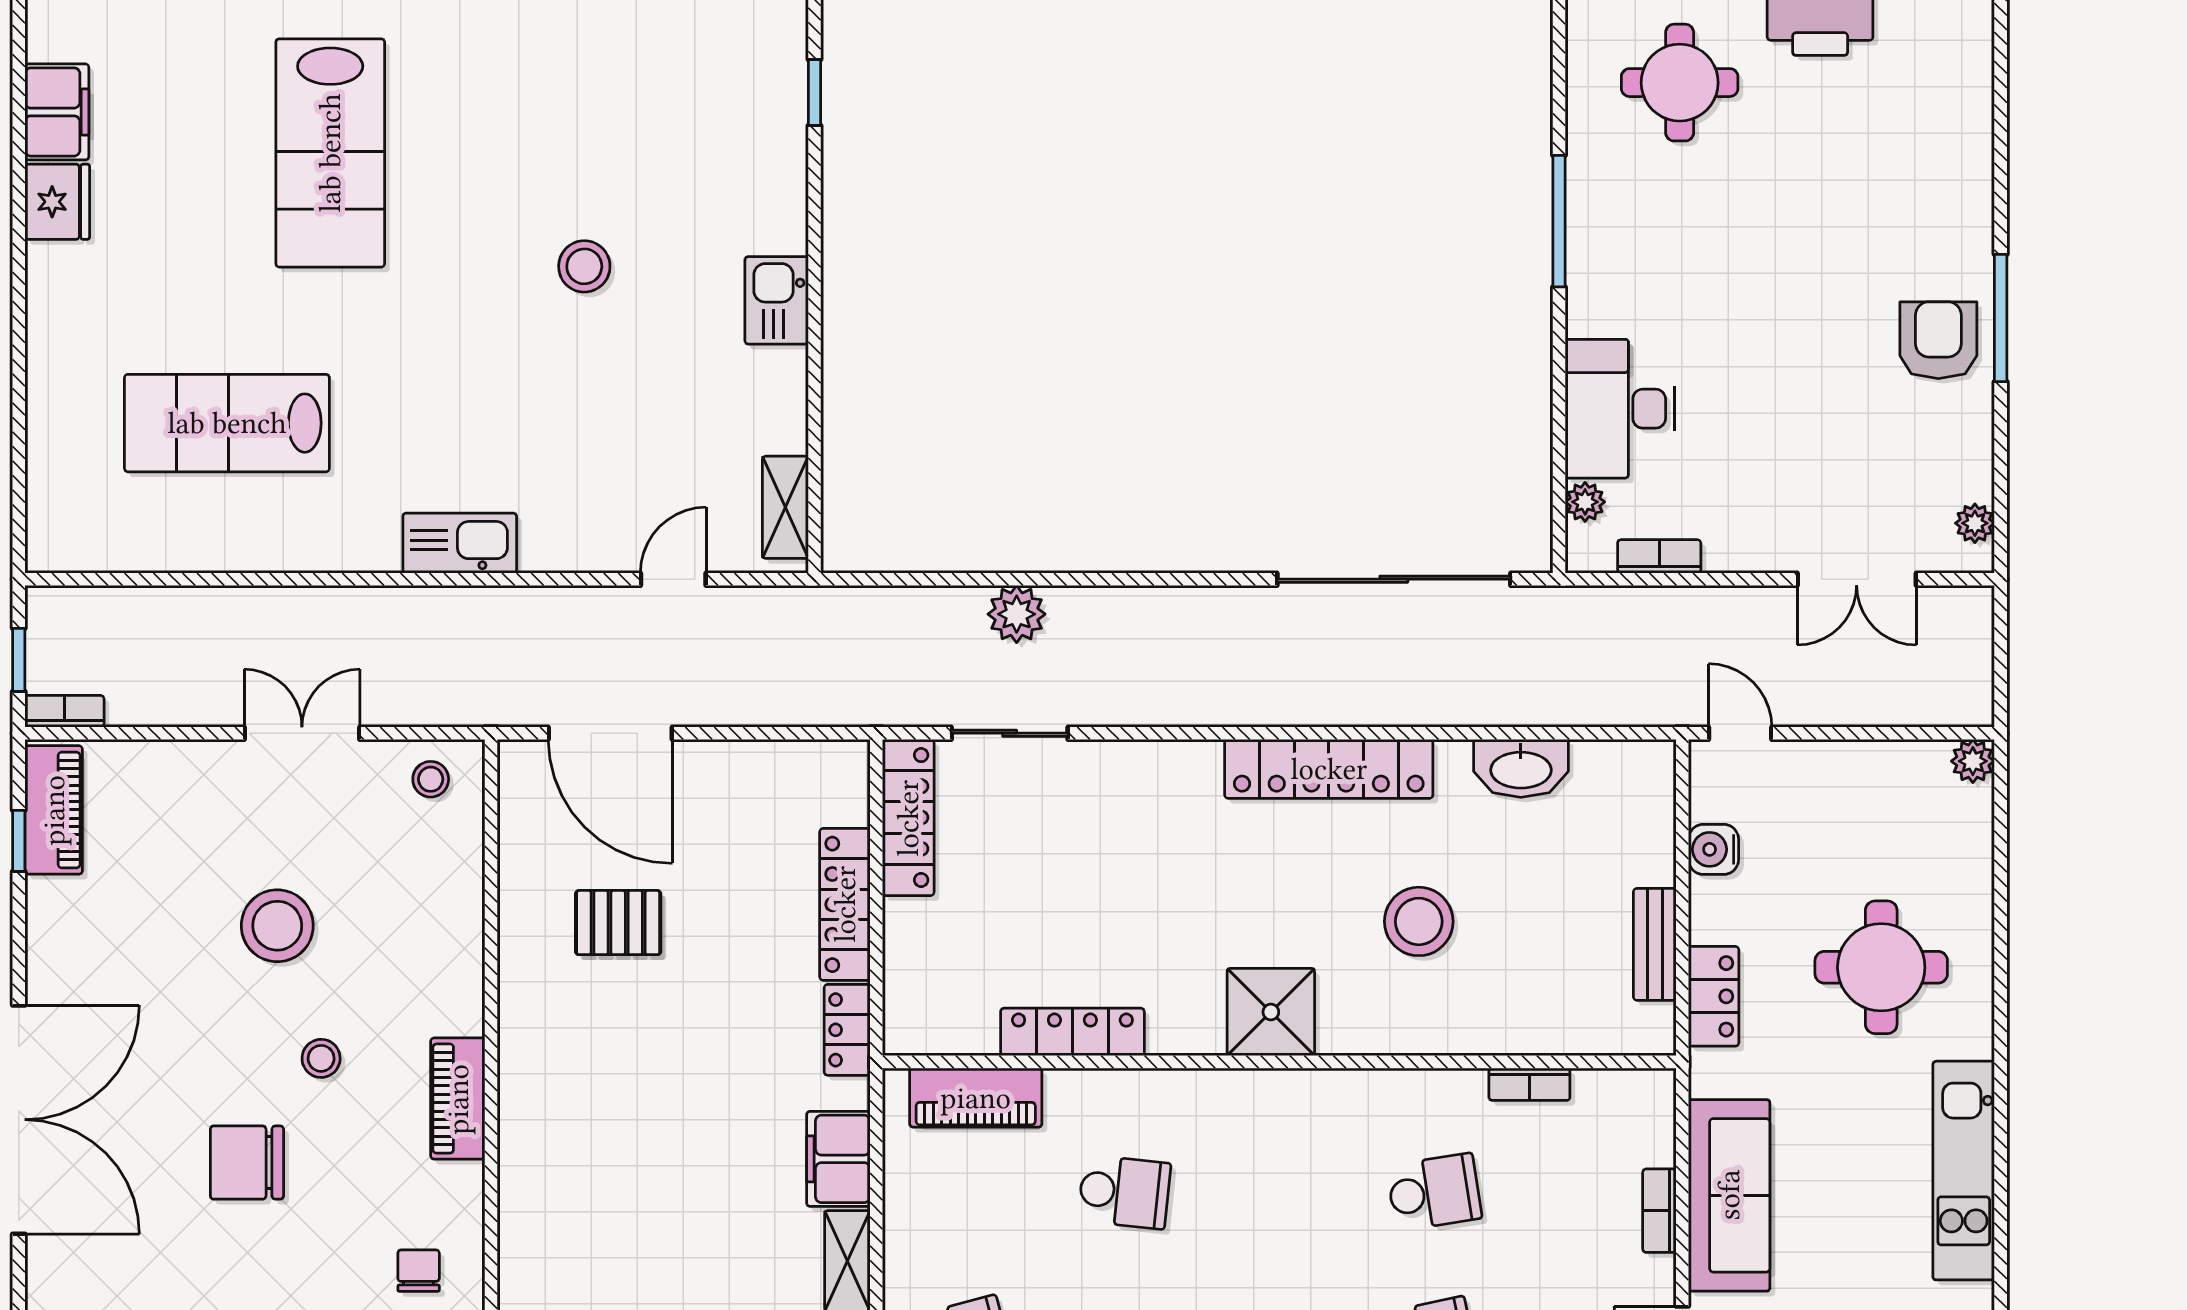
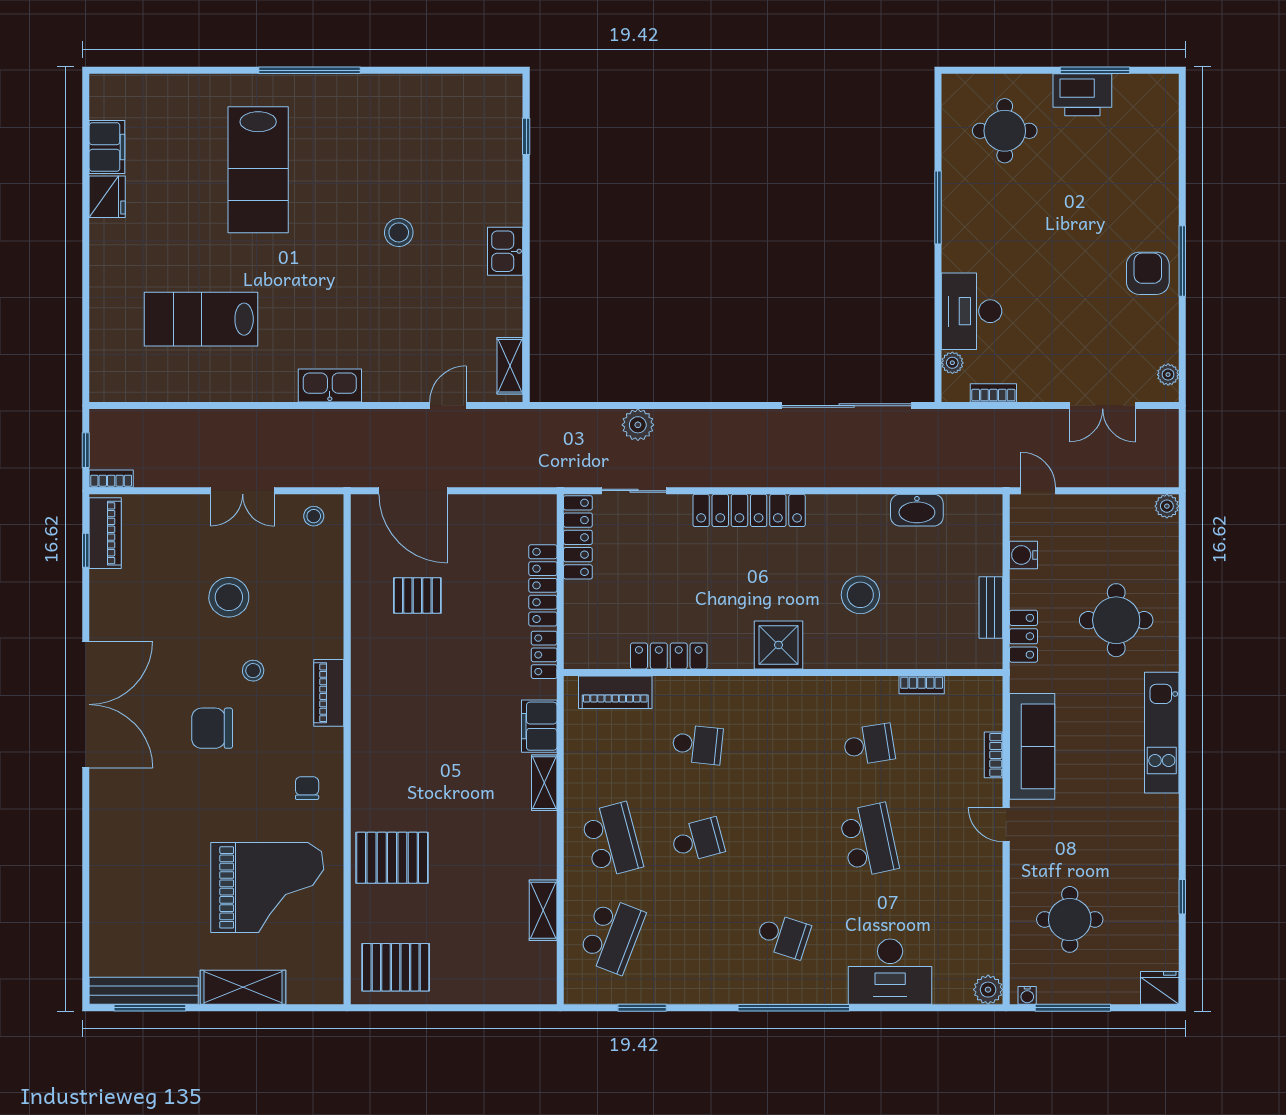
double door: (302, 733) -> (243, 491), swing flipped
locker: (1329, 769) -> (749, 510), moved

